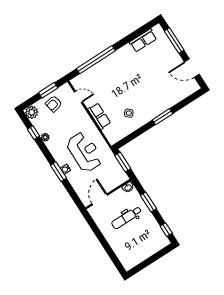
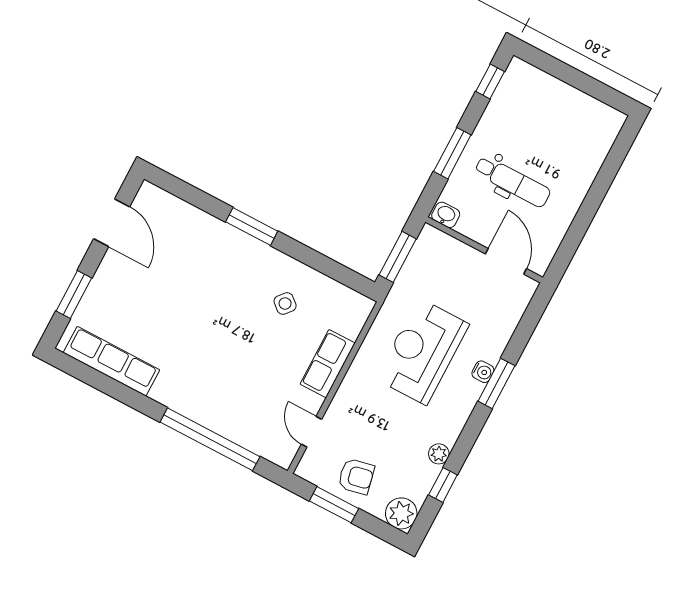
row of seats: (143, 40) -> (111, 361), width x1.48
window: (174, 41) -> (74, 294), width x0.69
door: (100, 199) -> (506, 261), swing flipped

